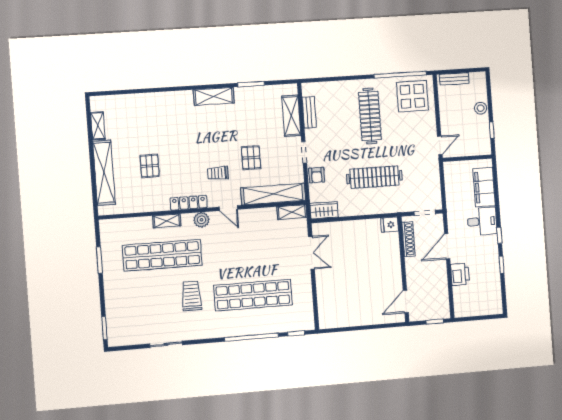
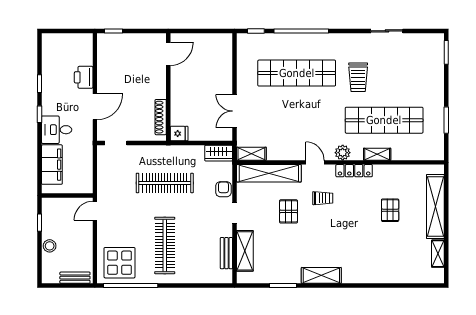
fridge: (390, 225) -> (179, 134), moved
shoe rack: (408, 239) -> (161, 117), moved
wall: (403, 269) -> (168, 87), moved
door: (406, 302) -> (168, 54), moved

